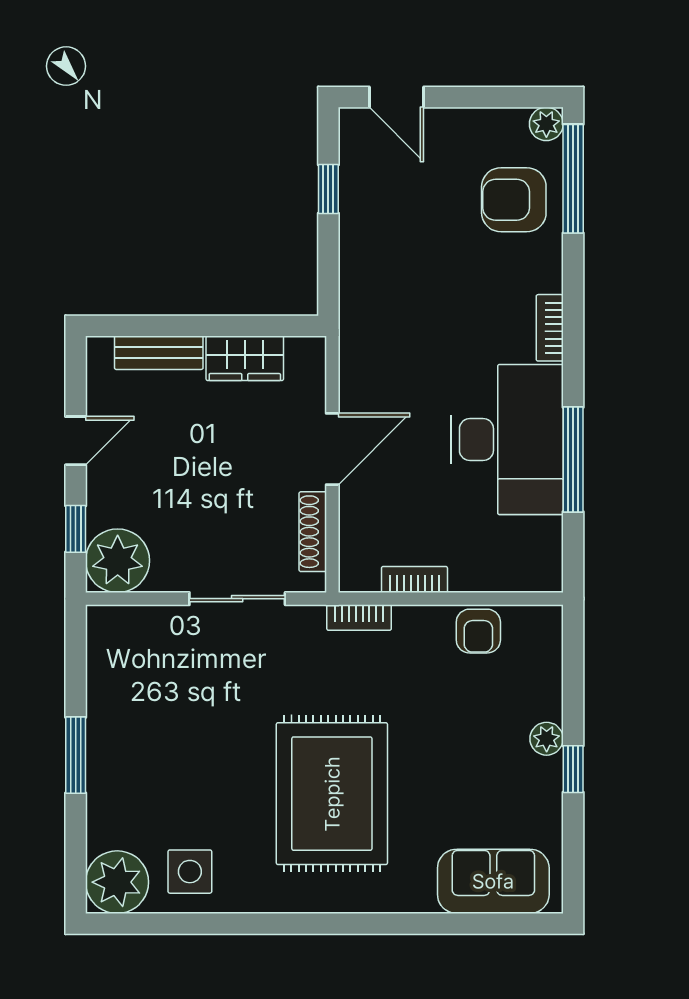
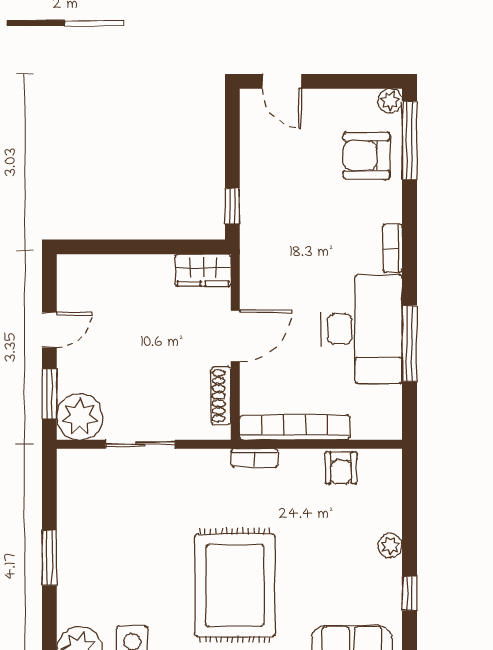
window: (328, 189) -> (232, 206), moved
bench: (159, 353) -> (110, 266), removed
wardrobe: (245, 358) -> (203, 270), moved
window: (76, 529) -> (49, 394), width x1.50
bookcase: (414, 579) -> (295, 427), width x2.31, depth x1.31
sliding door: (237, 599) -> (140, 444), moved
window: (573, 769) -> (410, 593), moved

